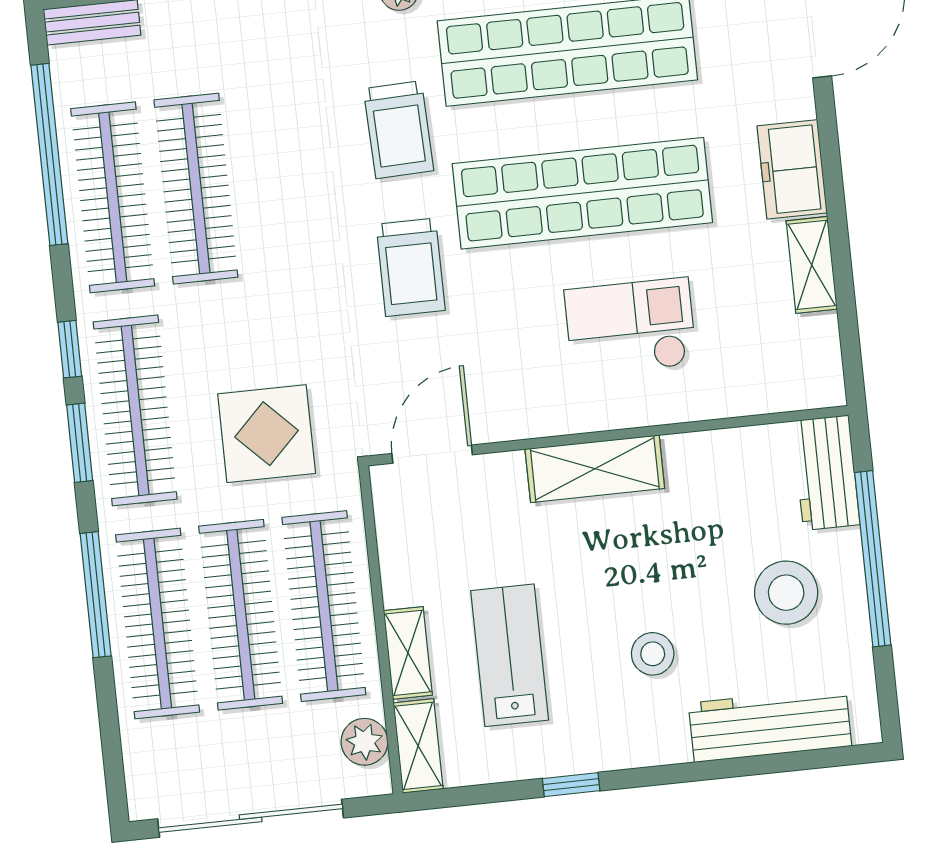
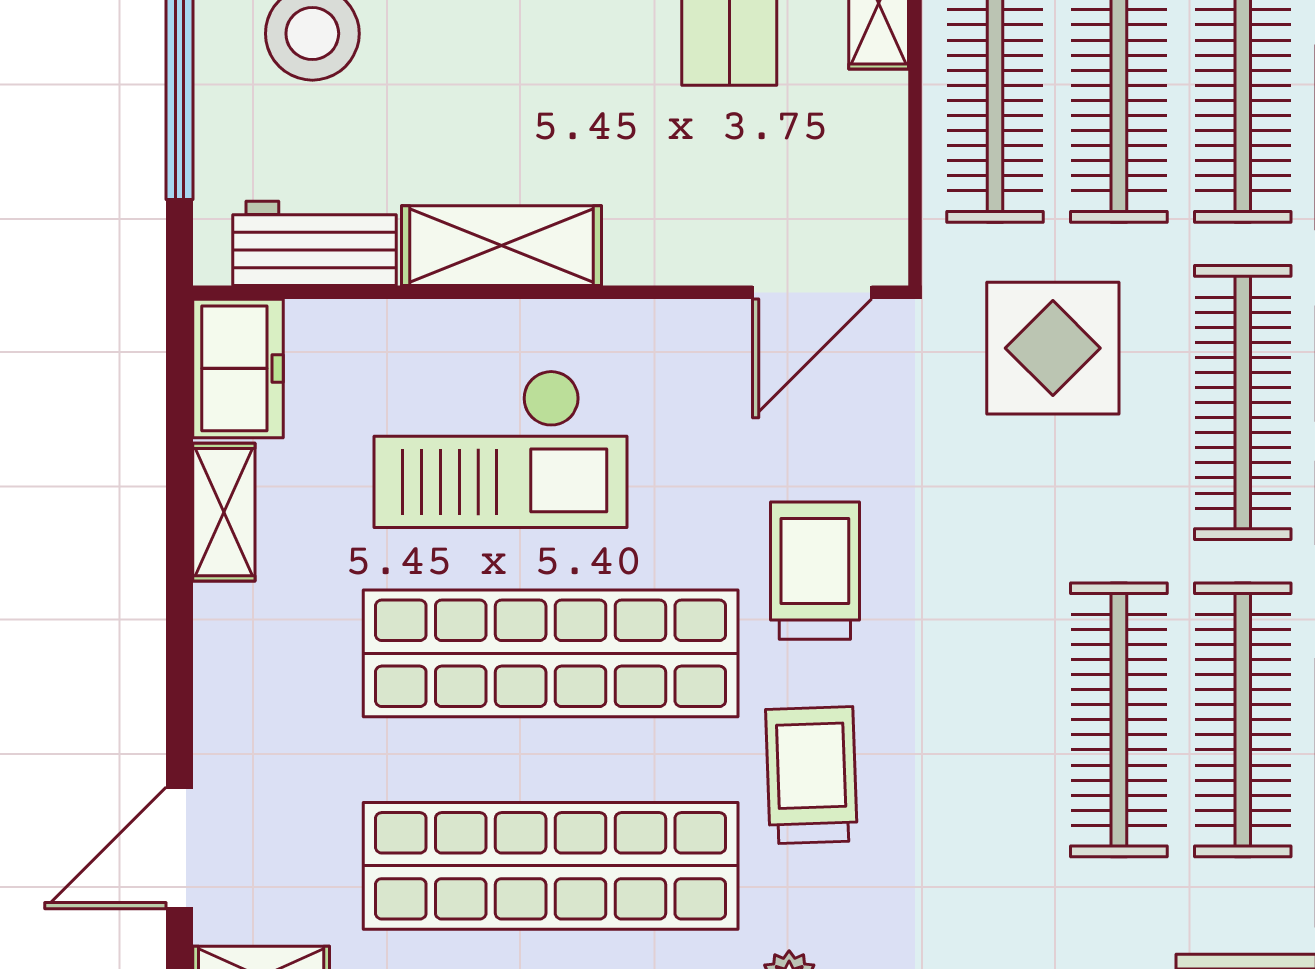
freezer: (792, 169) -> (238, 368), moved
checkout: (630, 327) -> (501, 449), width x1.36, depth x1.21
shelving: (595, 469) -> (501, 246), moved
workbench: (826, 473) -> (315, 243), moved, turned -90

